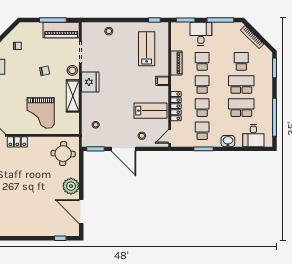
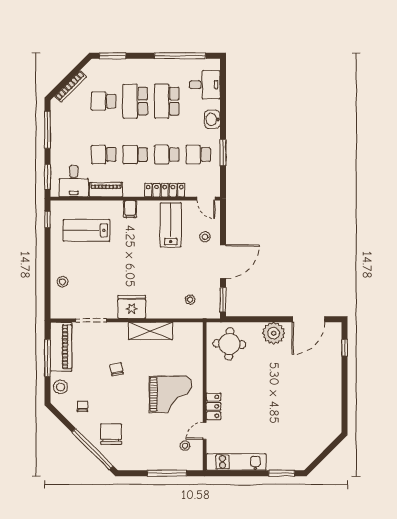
desk: (201, 34) -> (74, 181), moved, turned -90
stool: (72, 70) -> (61, 387), moved
grand piano: (41, 113) -> (170, 394), moved

